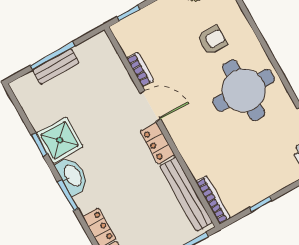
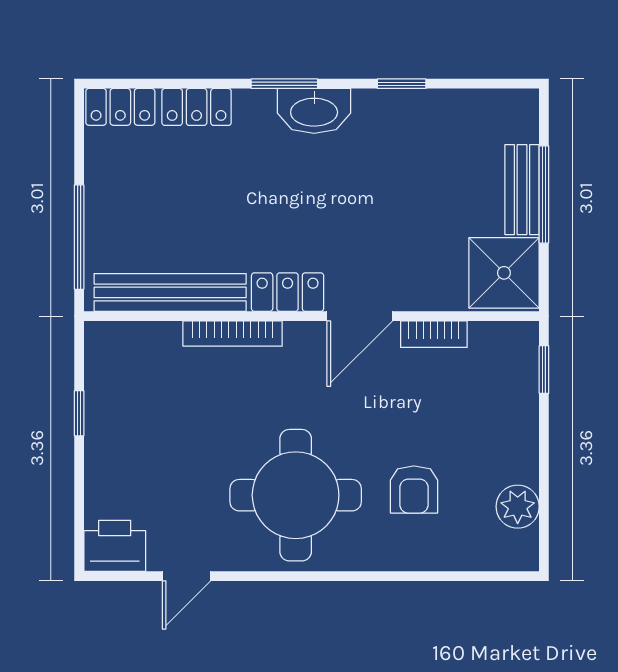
shower: (60, 140) -> (504, 273), moved
bookcase: (213, 200) -> (233, 334), moved

